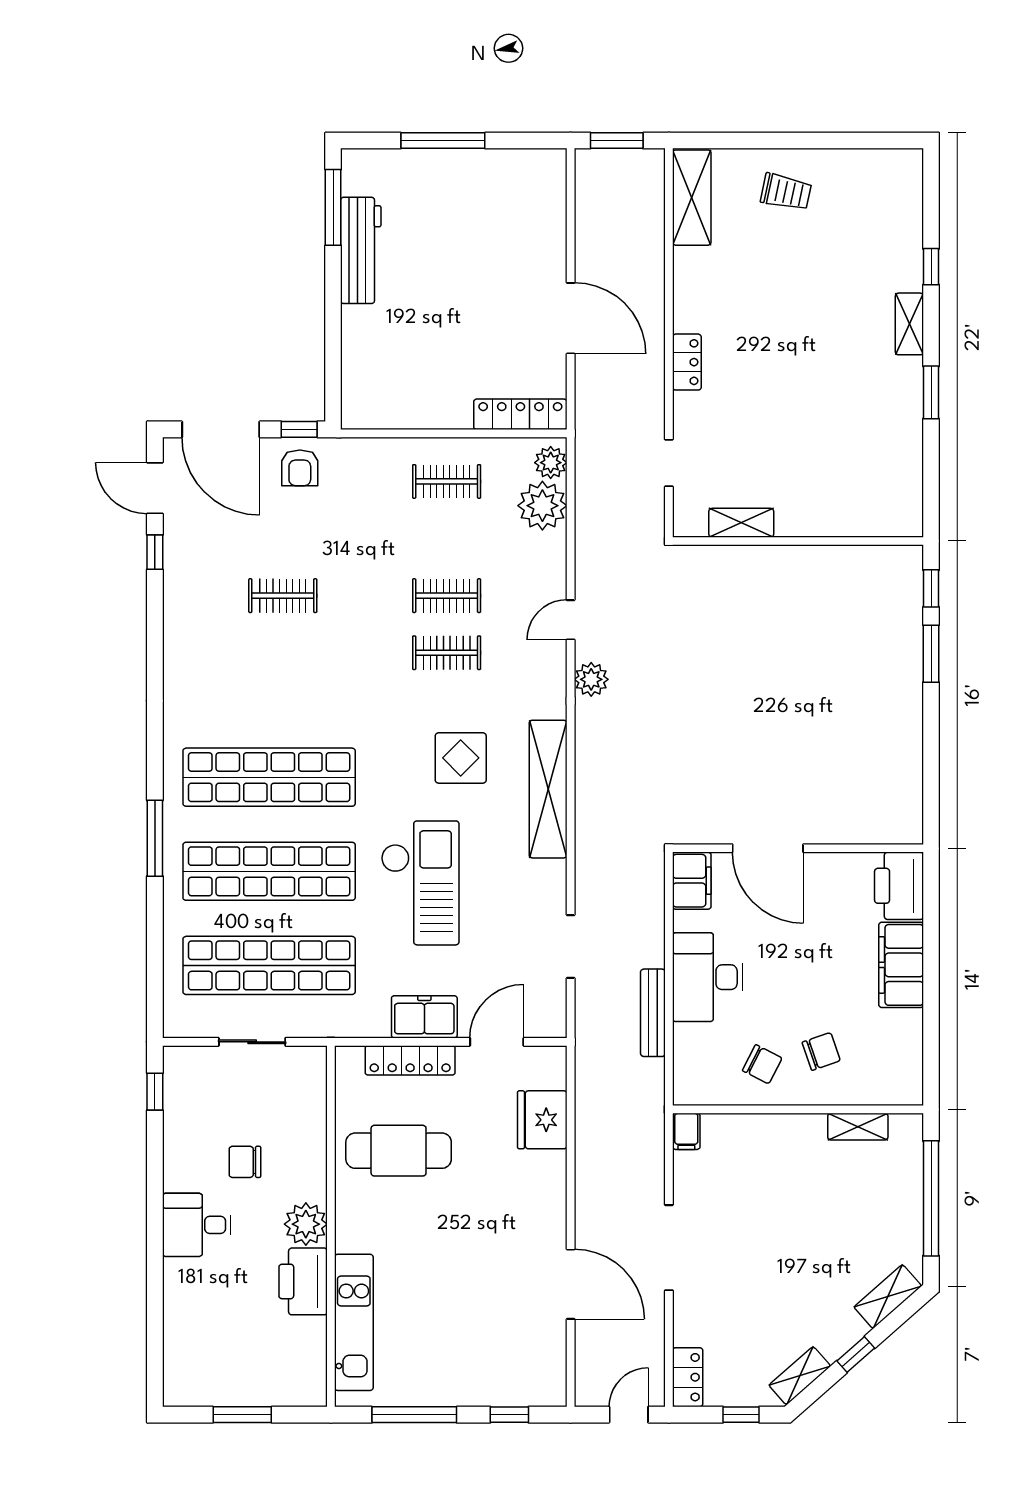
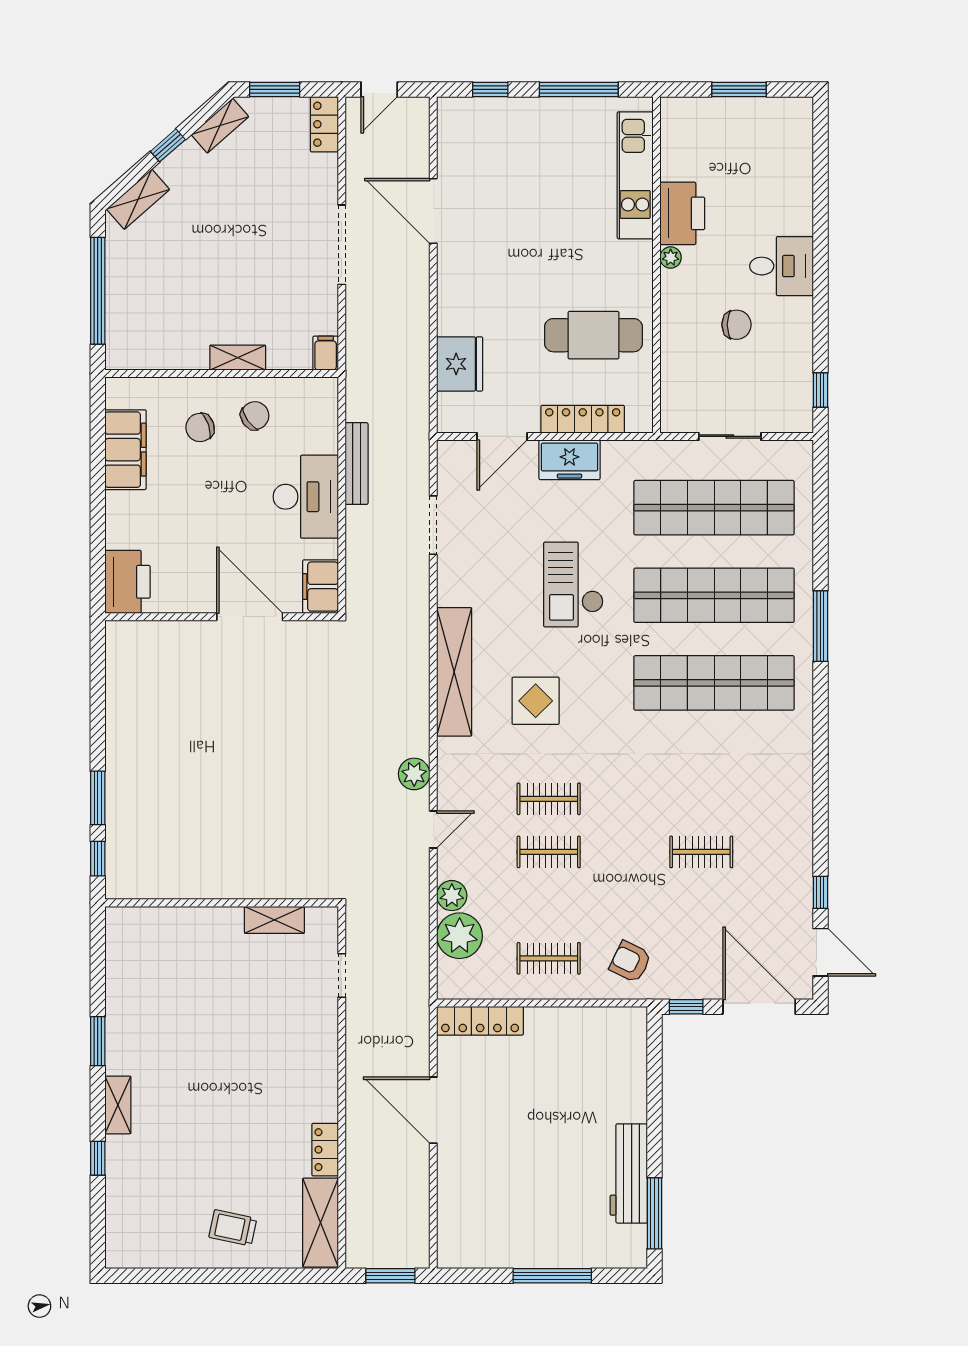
locker: (687, 362) -> (325, 1150), moved
plant: (551, 463) -> (452, 896), moved
armchair: (300, 468) -> (630, 962), moved, turned -64
checkout: (420, 883) -> (573, 584), width x0.73, depth x0.83
filing cabinet: (901, 965) -> (126, 450), moved
chair: (762, 1064) -> (255, 416), turned 118
shelving: (858, 1127) -> (238, 358), moved
plant: (306, 1224) -> (671, 258), width x0.53, depth x0.53
window: (741, 1415) -> (275, 89), width x1.50

